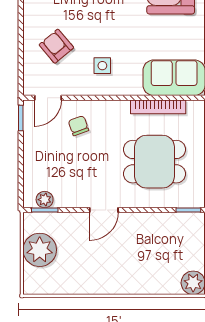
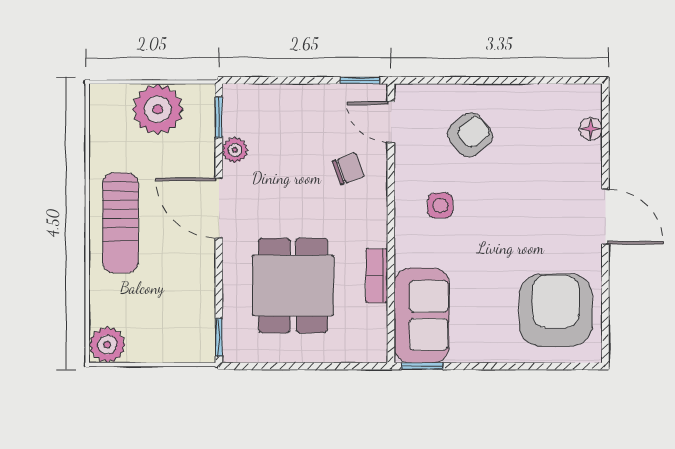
bookcase: (158, 107) -> (377, 276), width x0.64
plant: (45, 200) -> (235, 150), moved
door: (104, 210) -> (219, 208), width x1.38
sun lounger: (114, 274) -> (120, 223), added

